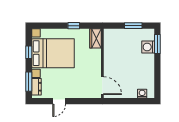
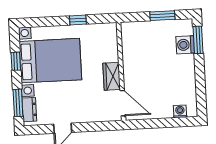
wardrobe: (95, 38) -> (112, 76), moved

